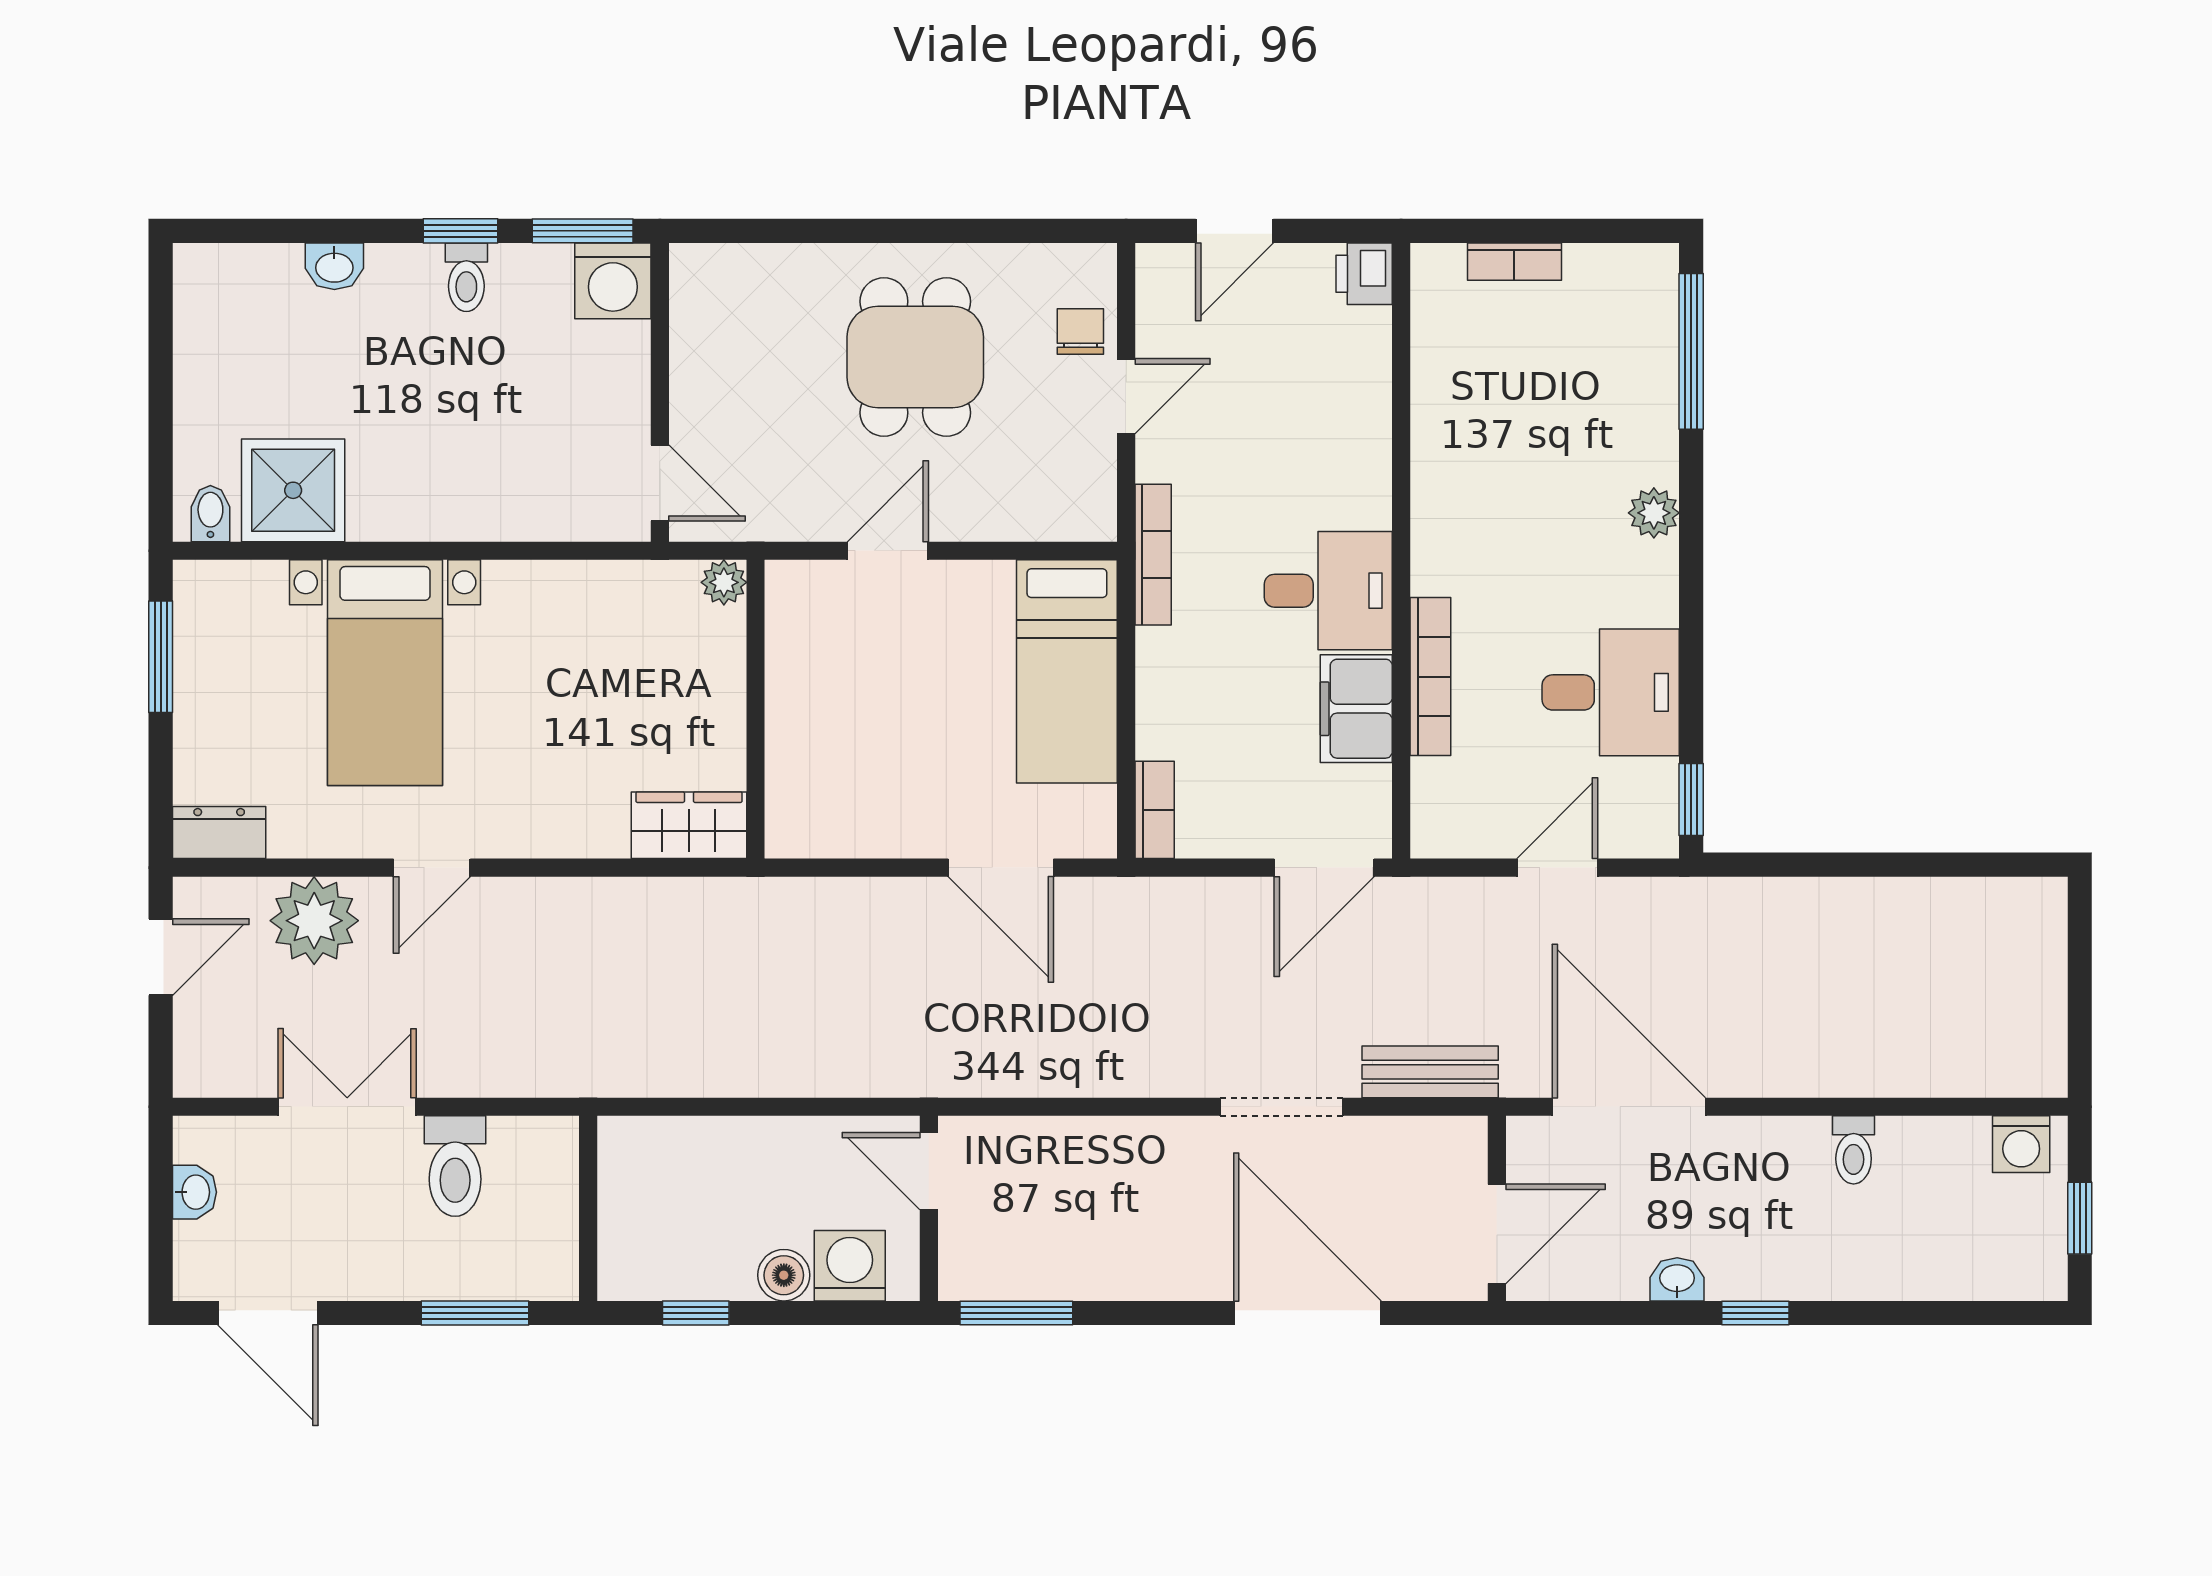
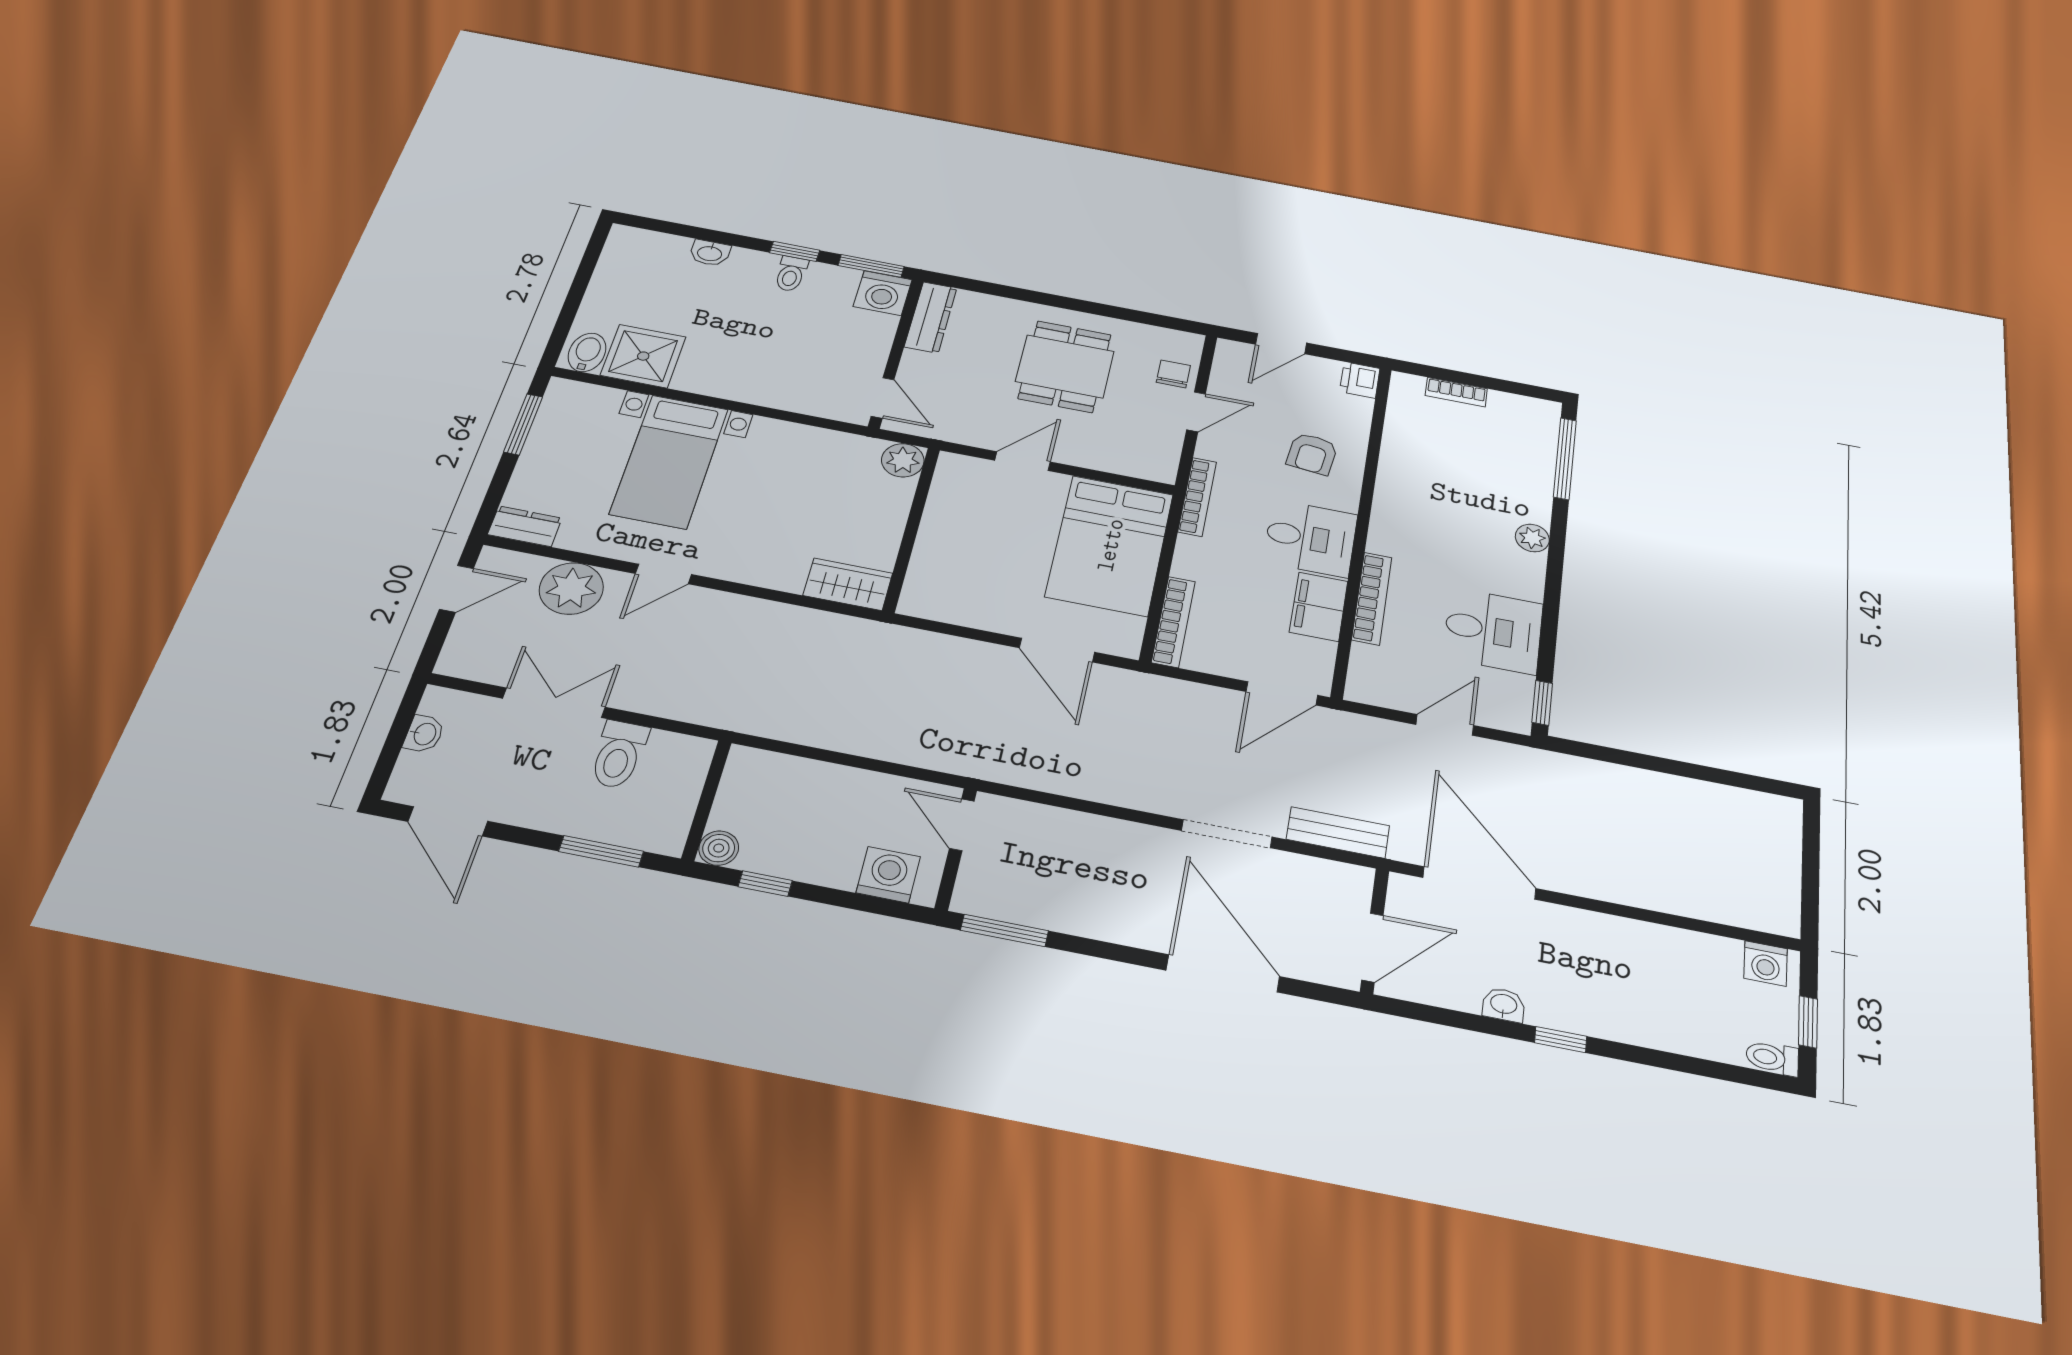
dresser: (695, 311) -> (931, 317), added
armchair: (1310, 434) -> (1312, 454), added
bidet: (210, 514) -> (587, 352), width x1.38, depth x1.36
plant: (724, 582) -> (903, 460), width x1.38, depth x1.38
bed: (1067, 671) -> (1110, 545), width x1.50
bookcase: (1155, 810) -> (1173, 622), width x1.56
toilet: (1854, 1150) -> (1772, 1058), moved, turned 90
boiler: (784, 1275) -> (719, 848), moved

